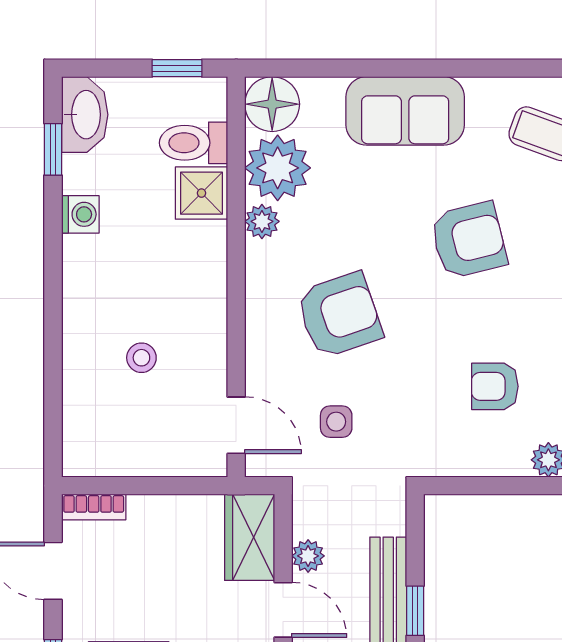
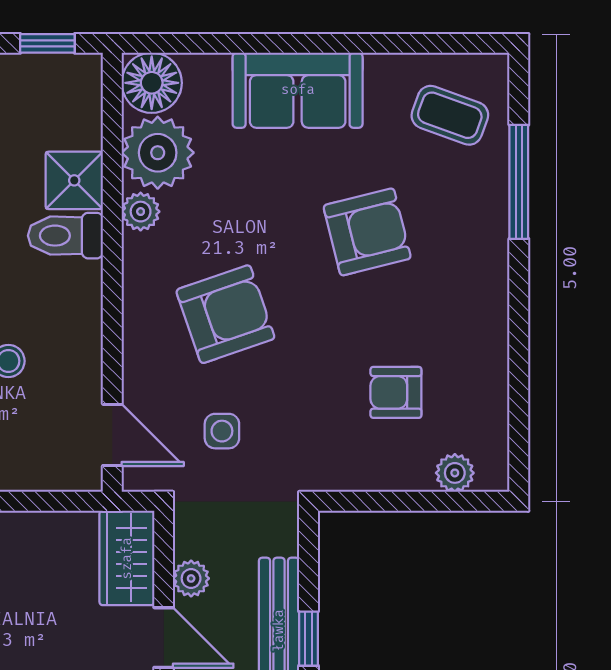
toilet: (193, 143) -> (65, 236), moved

